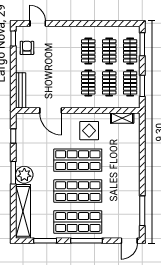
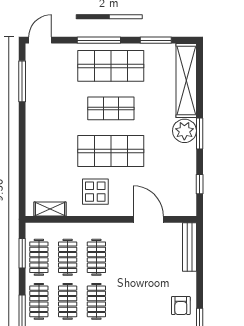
shop shelf: (78, 191) -> (111, 108), width x0.70, depth x0.74

